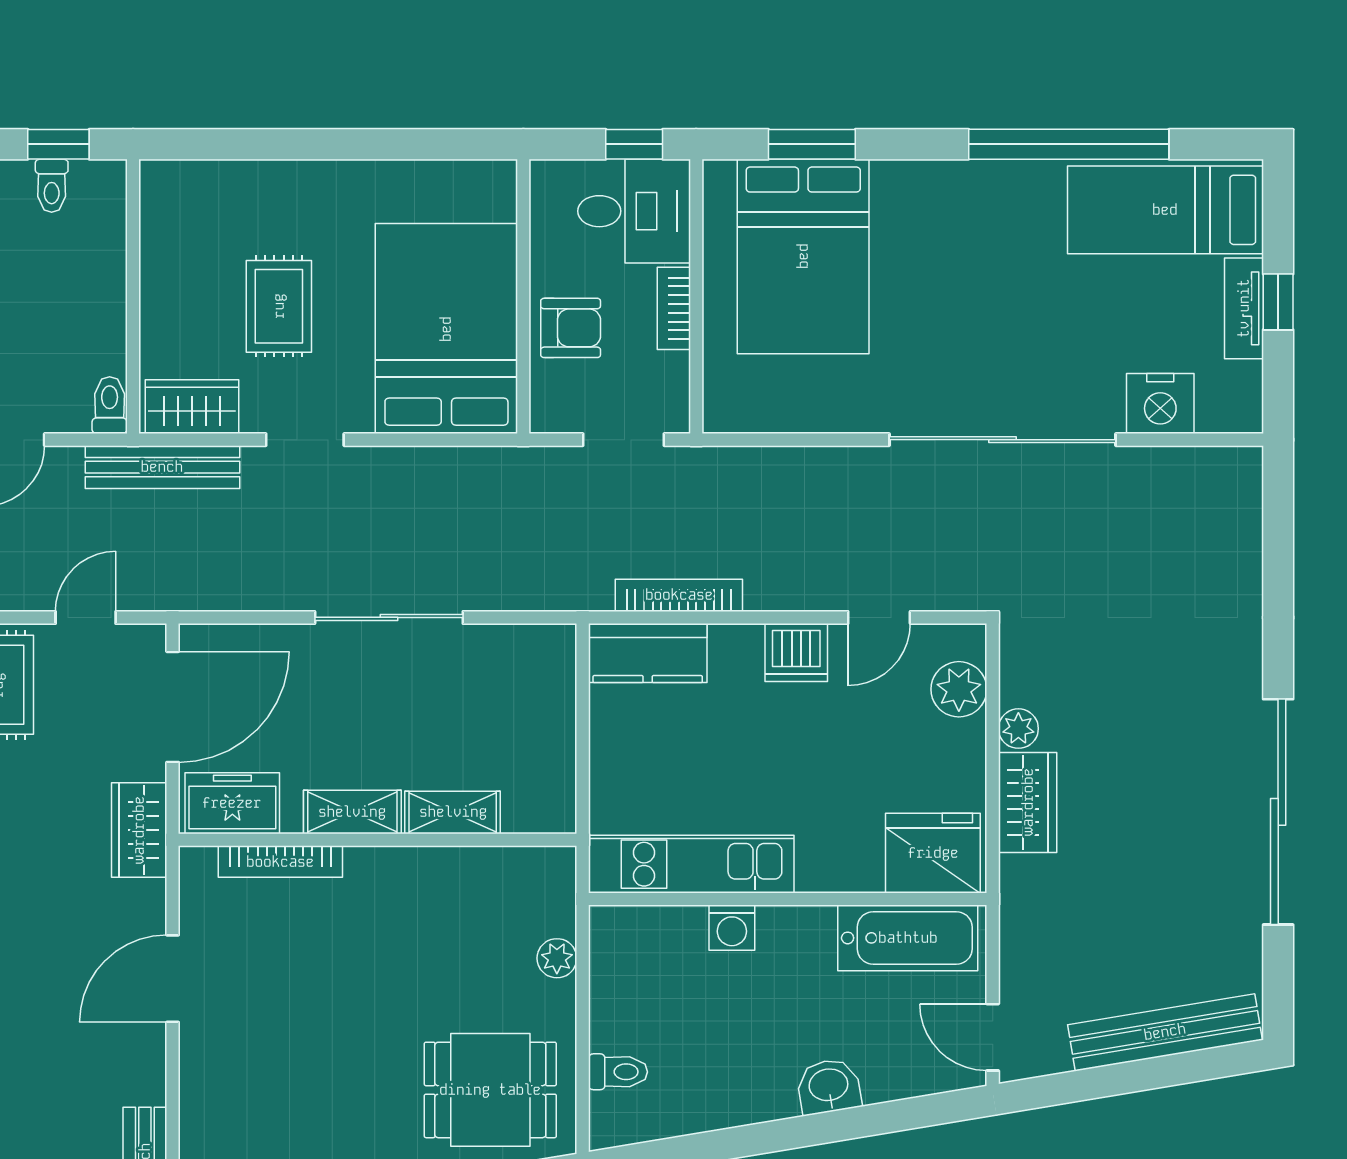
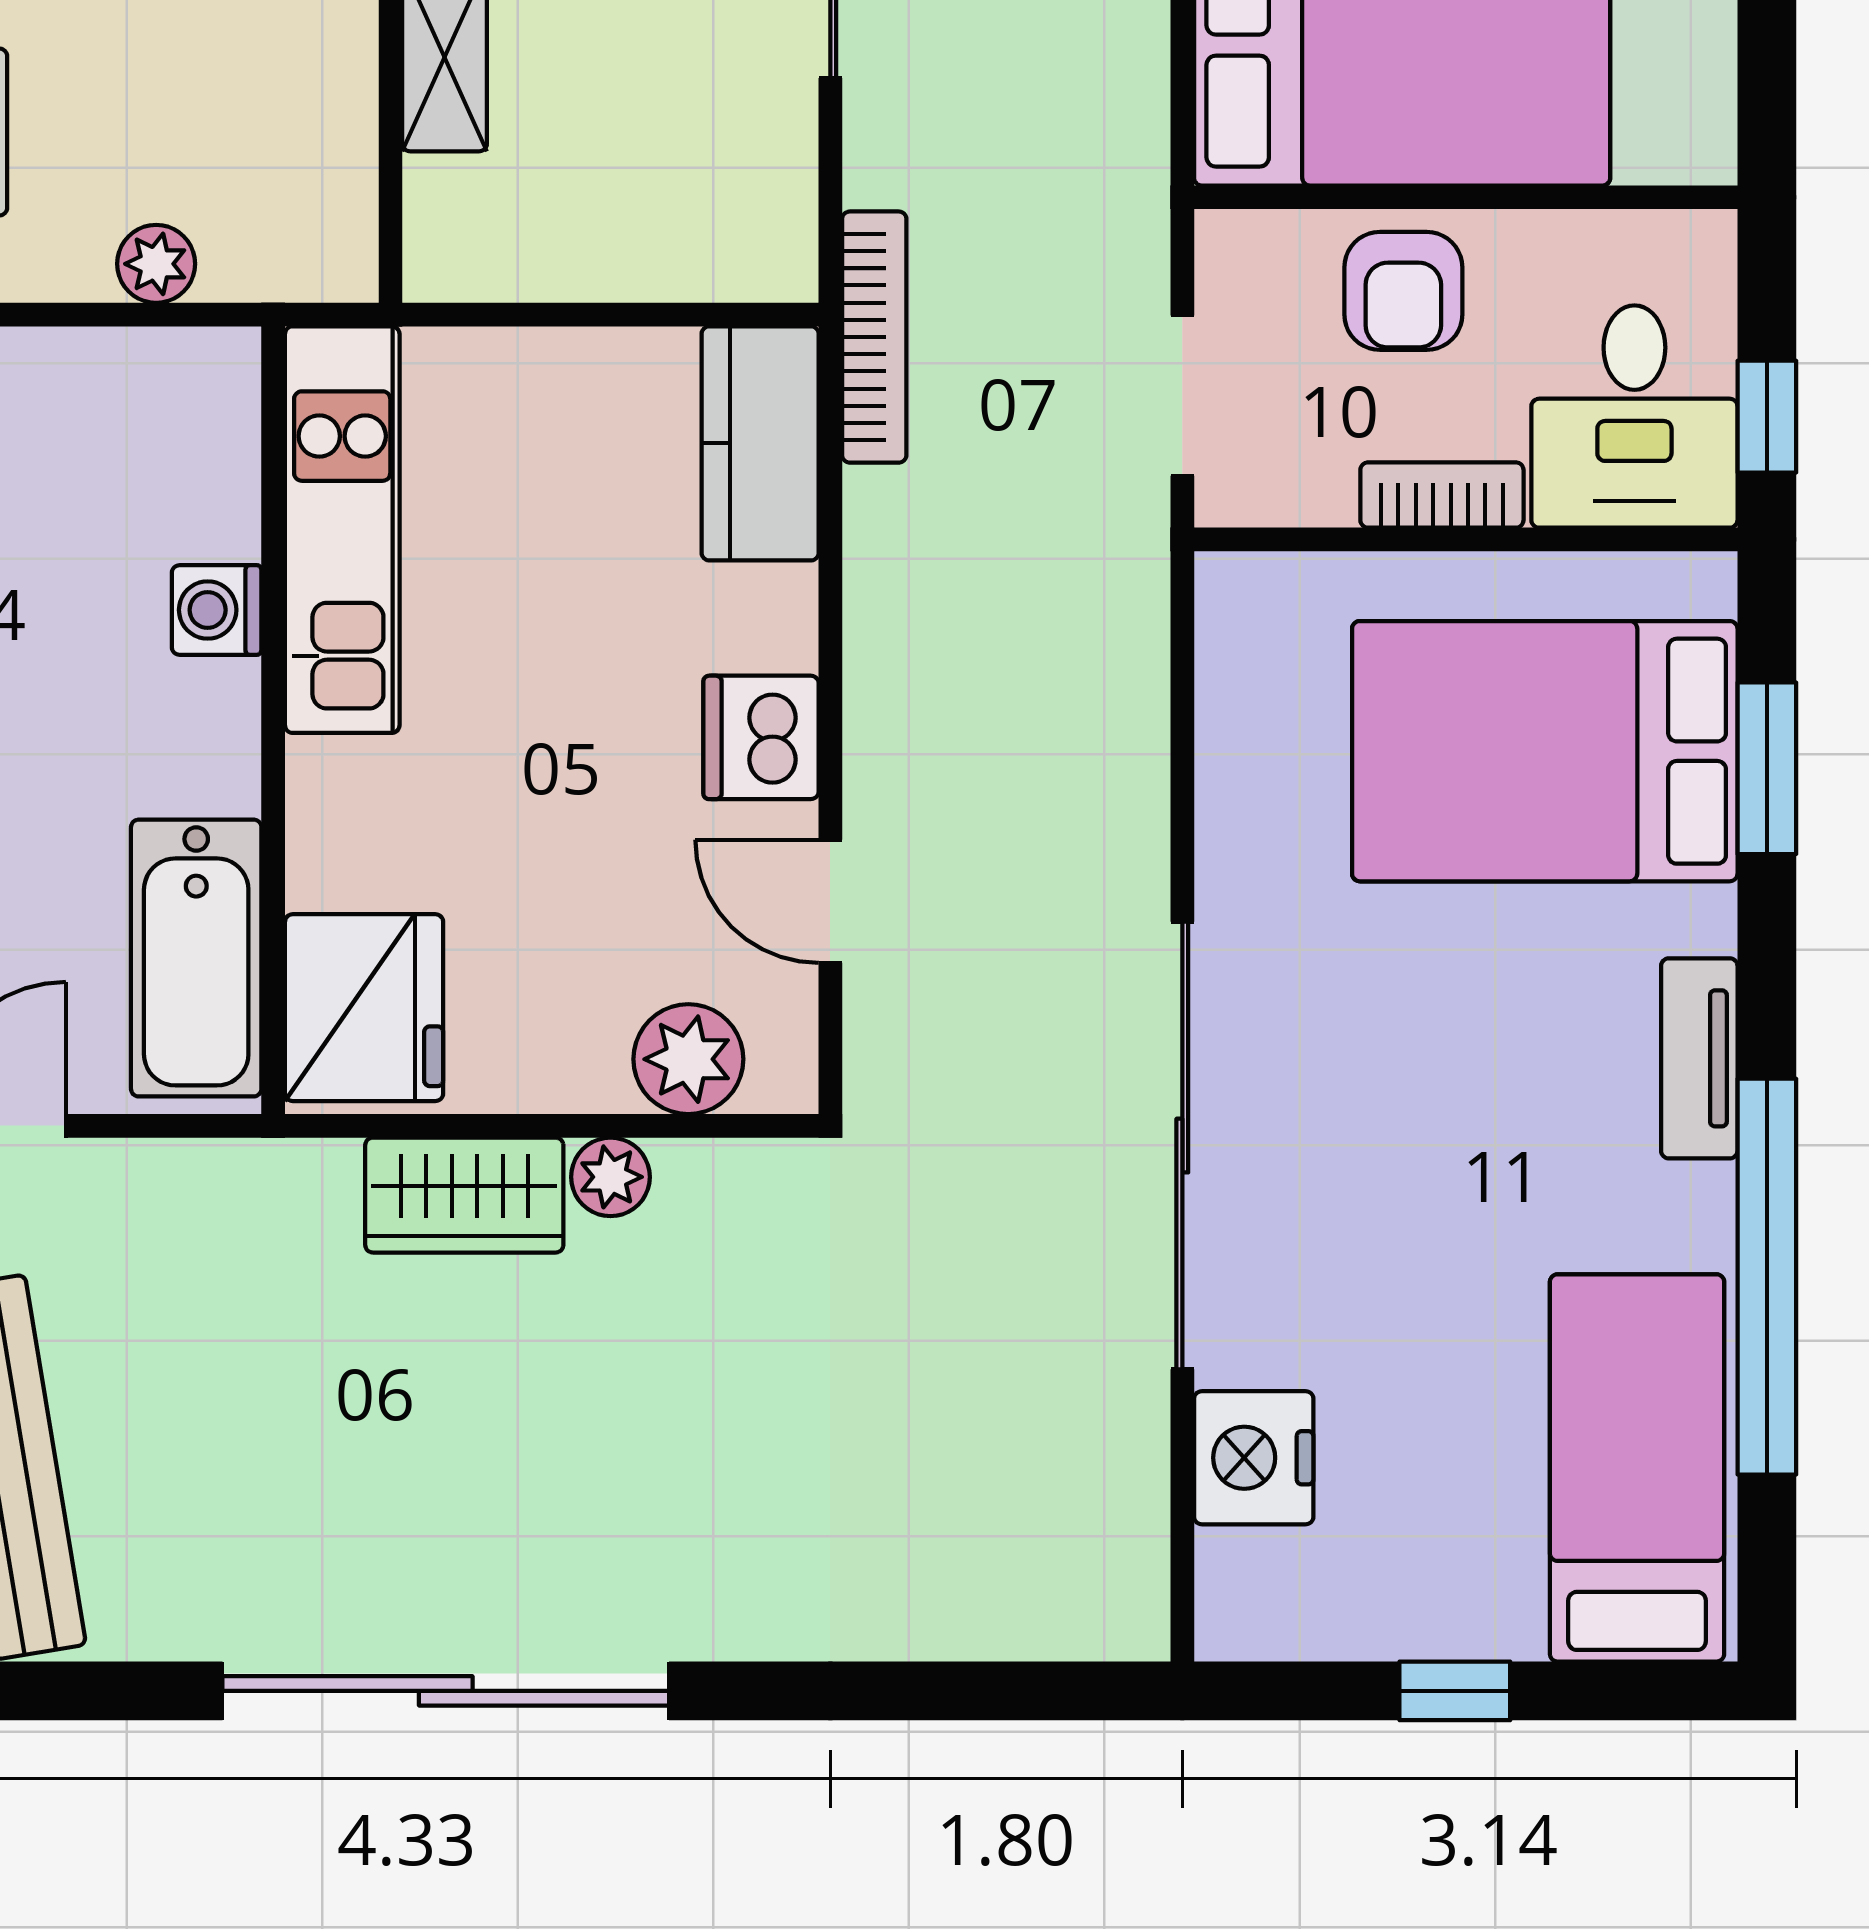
tv unit: (1244, 308) -> (1699, 1058), moved, turned -90
bookcase: (679, 595) -> (874, 337), moved

